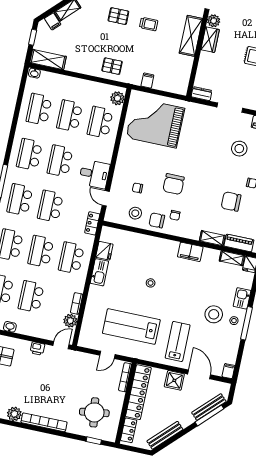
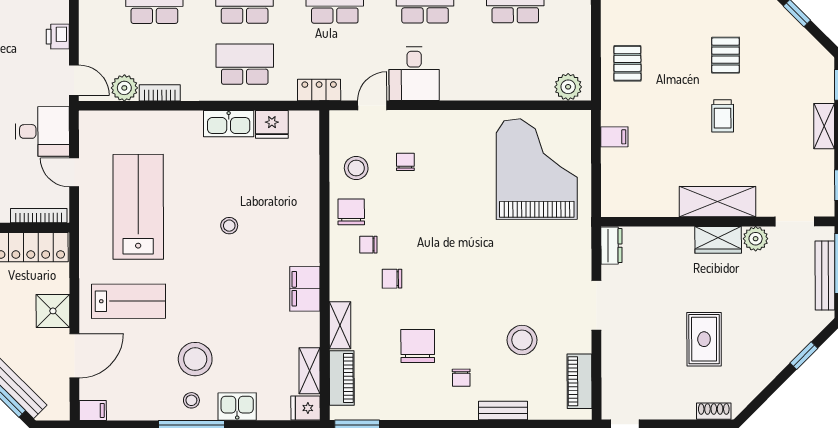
school desk: (100, 122) -> (515, 64), removed
chair: (174, 184) -> (392, 279), moved, width x0.54, depth x0.54
desk: (83, 366) -> (42, 131), added

